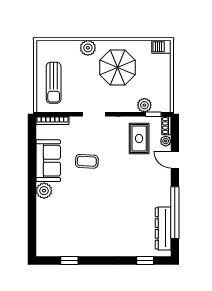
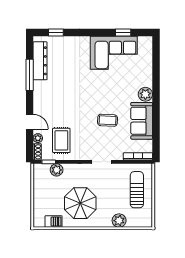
barbecue: (161, 47) -> (54, 222), moved
plant: (88, 48) -> (119, 221), moved
window: (175, 213) -> (30, 75), width x0.68
corner sofa: (80, 238) -> (114, 53), added

